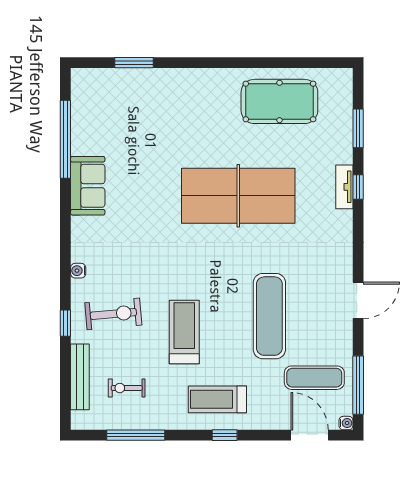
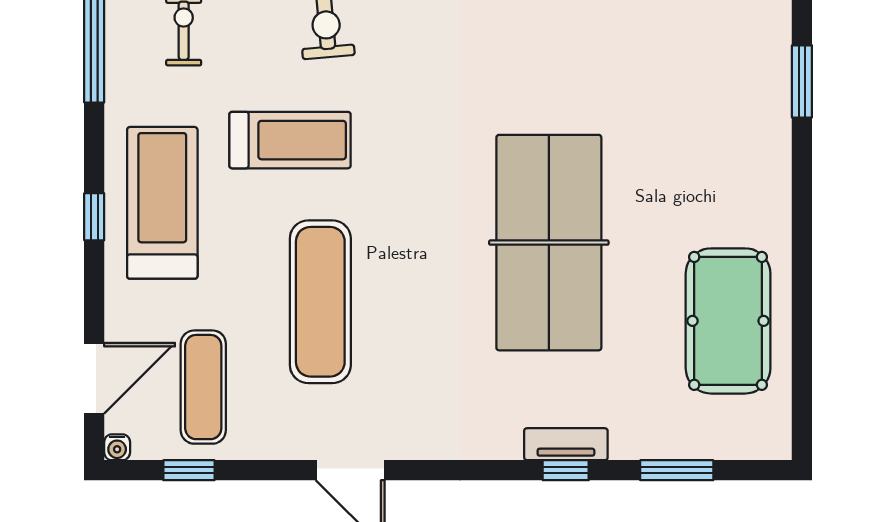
window: (134, 63) -> (802, 81), moved
exercise mat: (269, 316) -> (320, 302), turned 90
window: (358, 385) -> (189, 470), width x0.46
treadmill: (217, 399) -> (162, 203), width x1.37, depth x1.38

